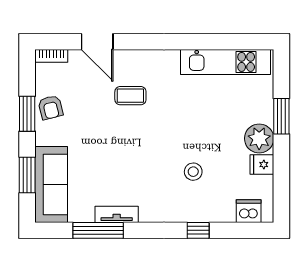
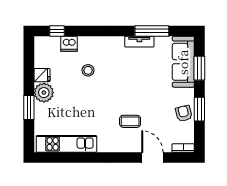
dishwasher: (249, 211) -> (69, 44), moved
window: (198, 230) -> (57, 31), moved

